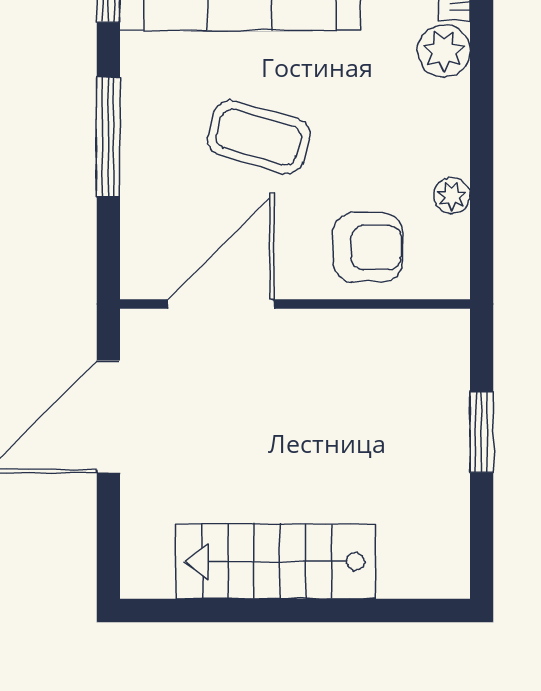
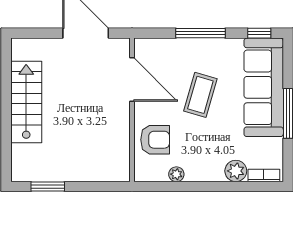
armchair: (368, 247) -> (155, 140), turned -90
window: (482, 432) -> (48, 186), moved

